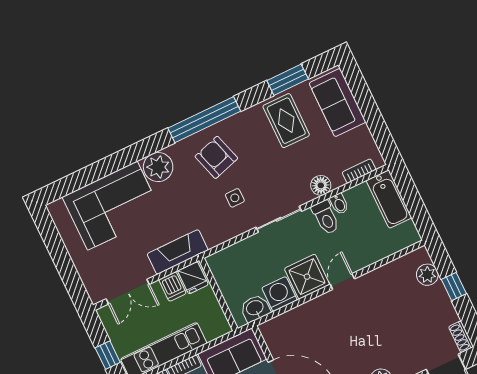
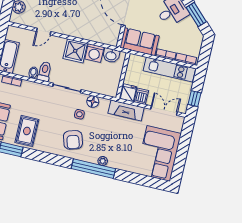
window: (204, 120) -> (93, 169), moved
plant: (158, 167) -> (103, 161), width x0.53, depth x0.53
floor lamp: (321, 185) -> (93, 102), moved
corner sofa: (112, 206) -> (159, 153), moved, turned -90
door: (342, 281) -> (44, 31), moved
window: (108, 355) -> (195, 99), moved

